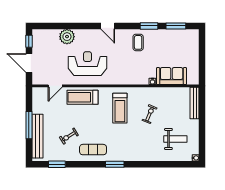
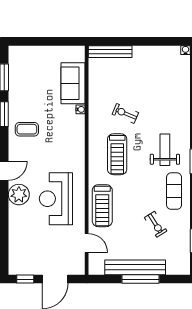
plant: (67, 37) -> (19, 195), moved
treadmill: (120, 108) -> (117, 154), turned 90
bench: (38, 136) -> (135, 267), moved
weight bench: (175, 139) -> (165, 150), moved

